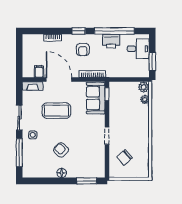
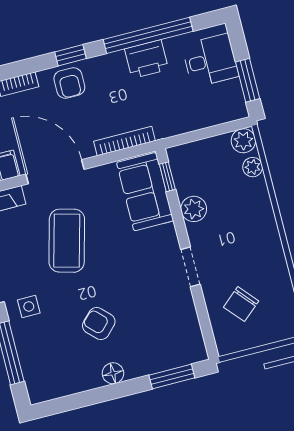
armchair: (83, 50) -> (69, 83), moved
coffee table: (56, 111) -> (67, 241), turned -75
plant: (115, 111) -> (194, 209), added

